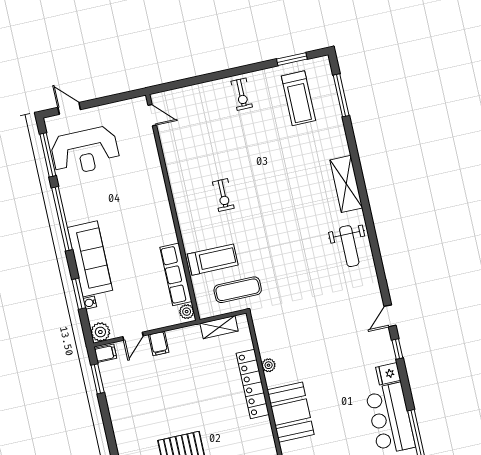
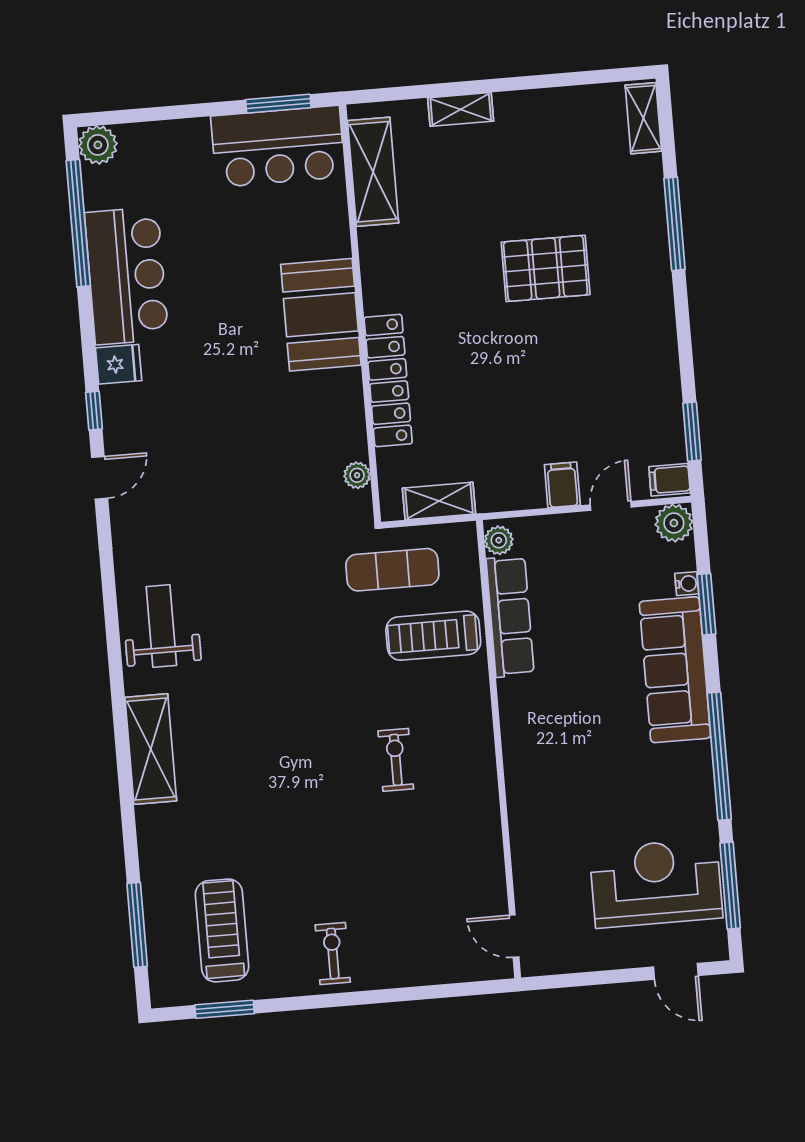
plant: (269, 365) -> (357, 475), moved

